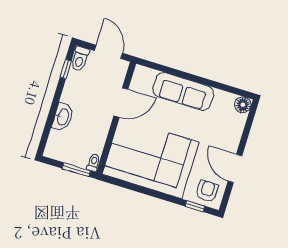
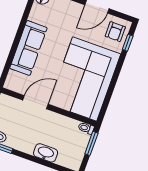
door: (121, 103) -> (35, 102), hinge flipped
armchair: (207, 191) -> (115, 32), turned -90

